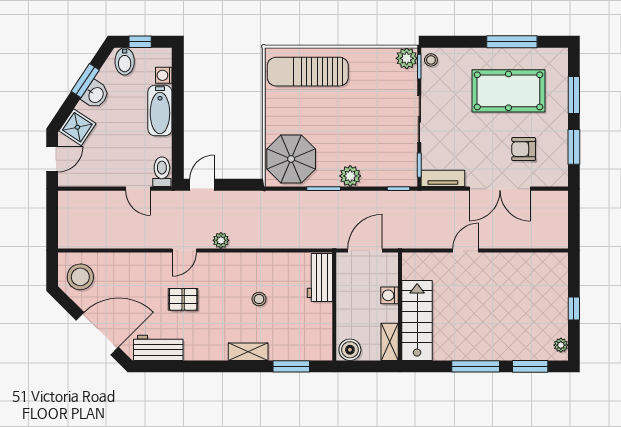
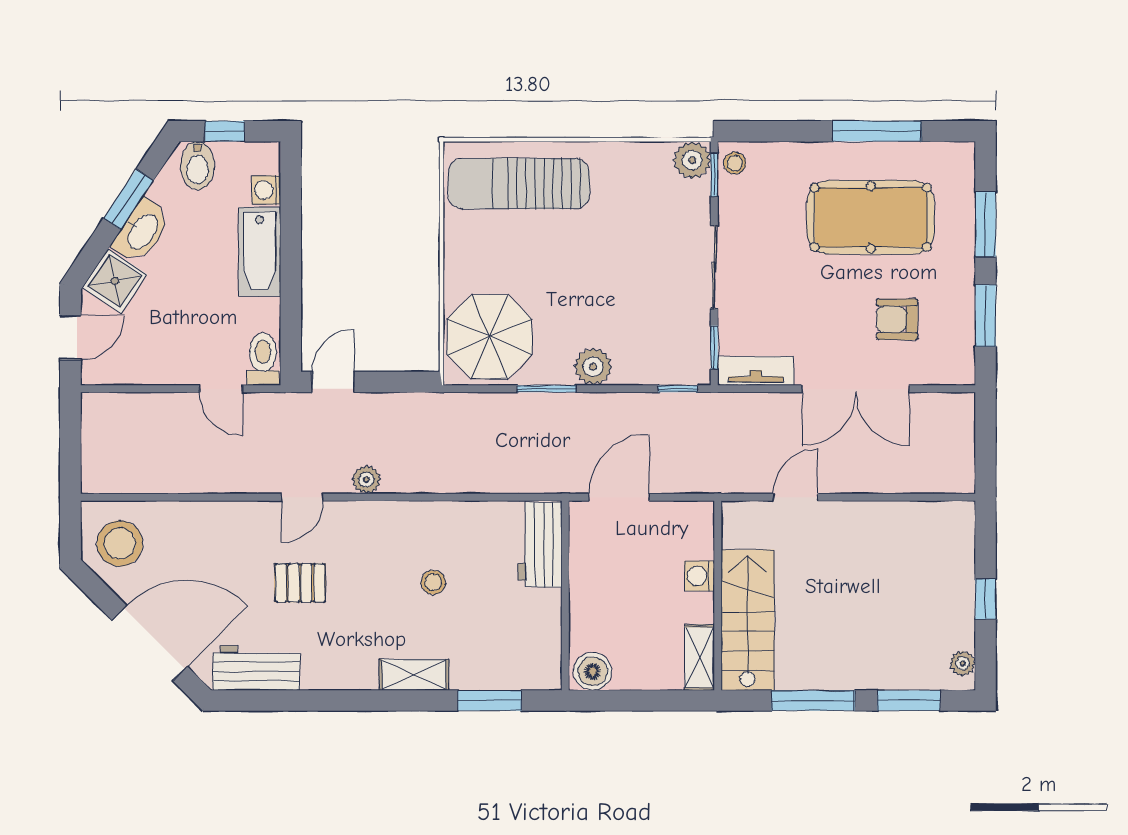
washbasin: (96, 95) -> (142, 231), width x1.38
washing machine: (389, 295) -> (699, 576), moved
wall: (400, 306) -> (718, 595), moved
stairs: (417, 320) -> (748, 620), moved
shelving: (390, 342) -> (700, 658), moved

